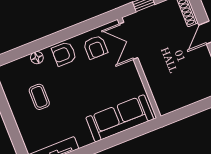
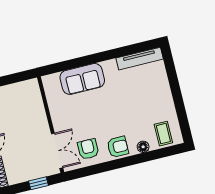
coffee table: (39, 97) -> (163, 134), moved
sofa: (120, 118) -> (82, 79), width x0.73

